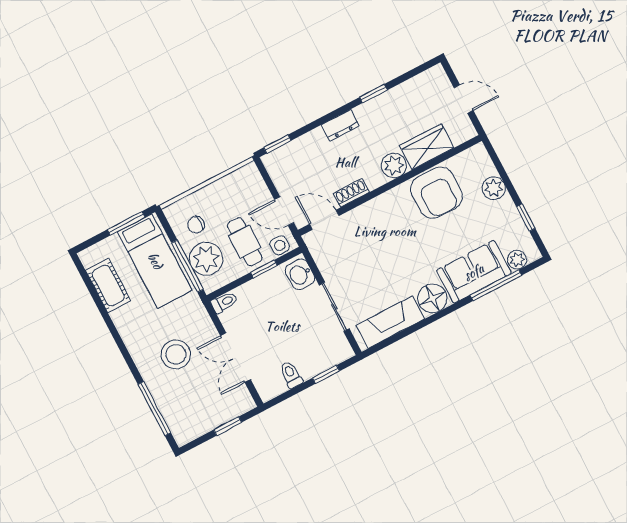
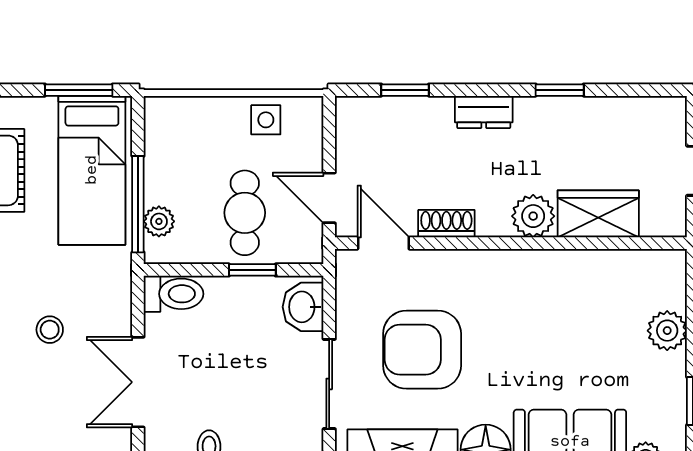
window: (277, 144) -> (405, 90), moved
armchair: (436, 193) -> (422, 350), moved, turned 90
chair: (196, 225) -> (184, 148), removed
side table: (280, 245) -> (266, 120), moved
plant: (206, 259) -> (159, 221), width x0.53, depth x0.53
toilet: (224, 302) -> (173, 294), width x1.37, depth x1.39
stool: (176, 354) -> (50, 330), width x0.53, depth x0.53

